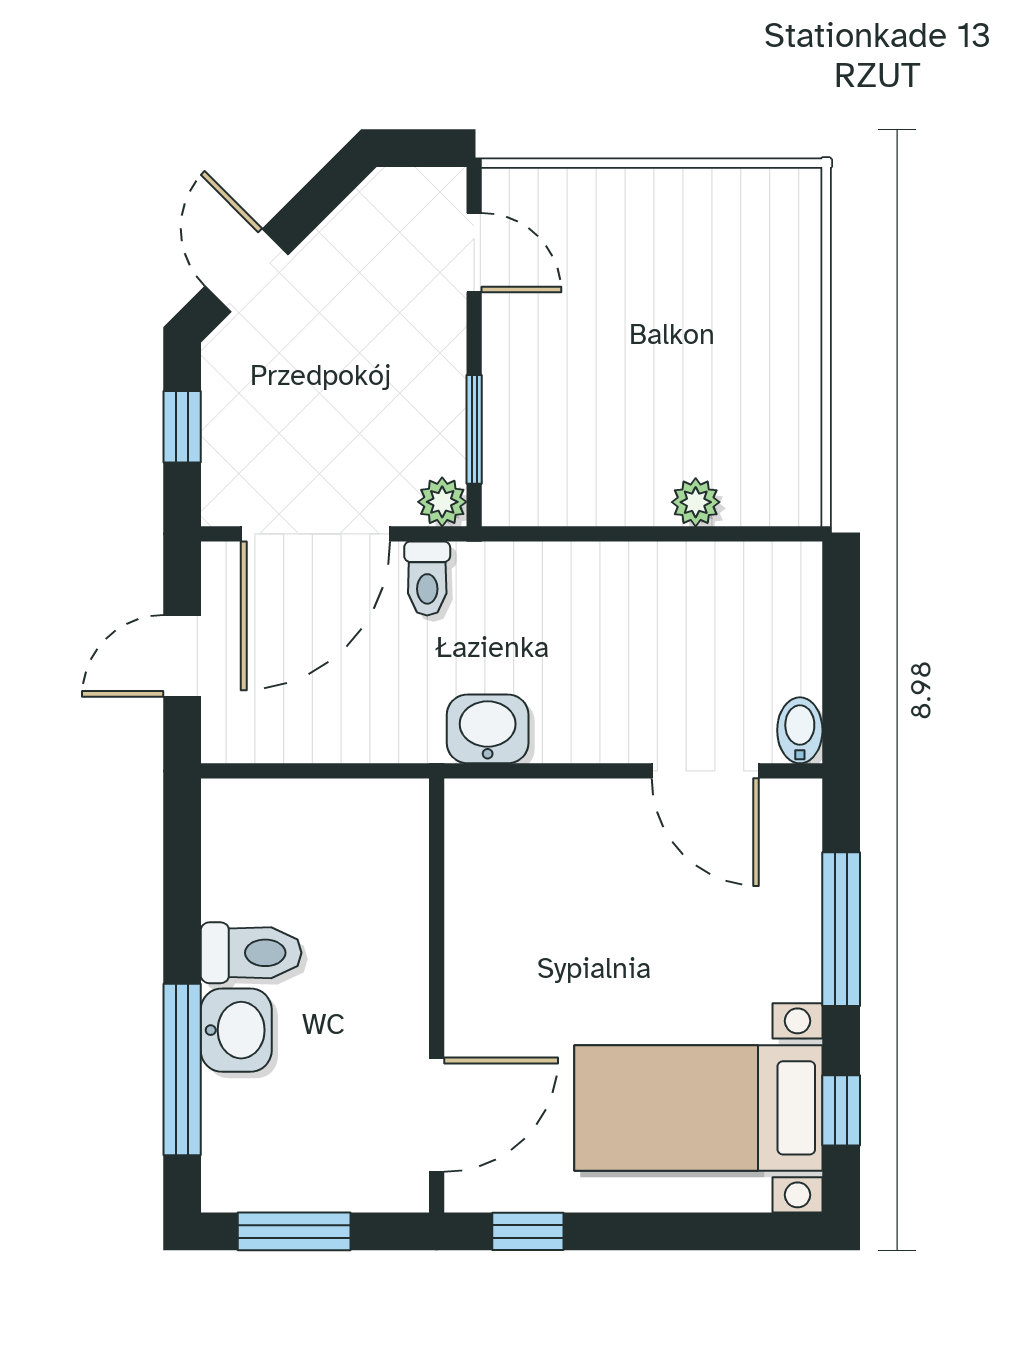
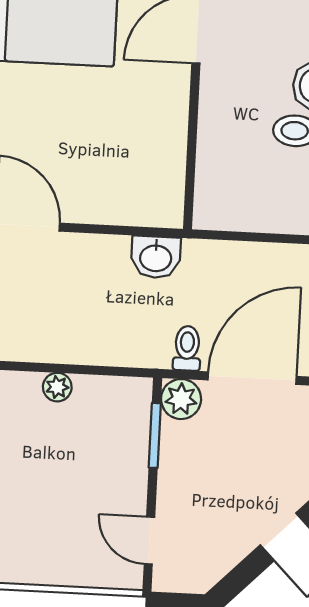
plant: (442, 502) -> (181, 399), width x1.38, depth x1.38
plant: (696, 502) -> (57, 387), moved

